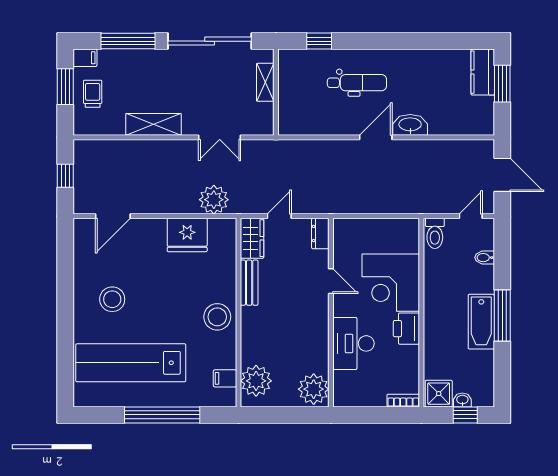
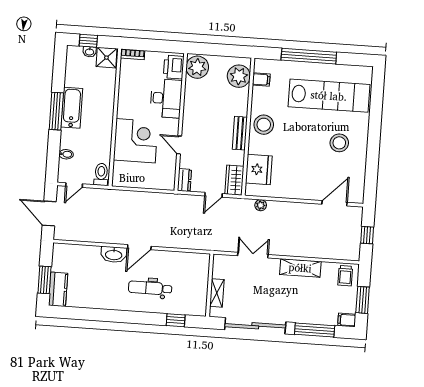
trolley: (93, 94) -> (345, 276), moved
plant: (214, 200) -> (261, 205), width x0.53, depth x0.53
fridge: (187, 235) -> (259, 169), moved, turned 90
bench: (249, 283) -> (240, 133), moved
printer: (406, 329) -> (174, 67), moved, turned 180

